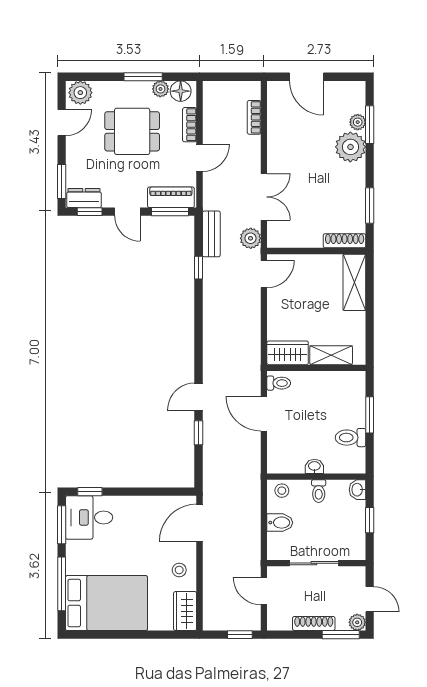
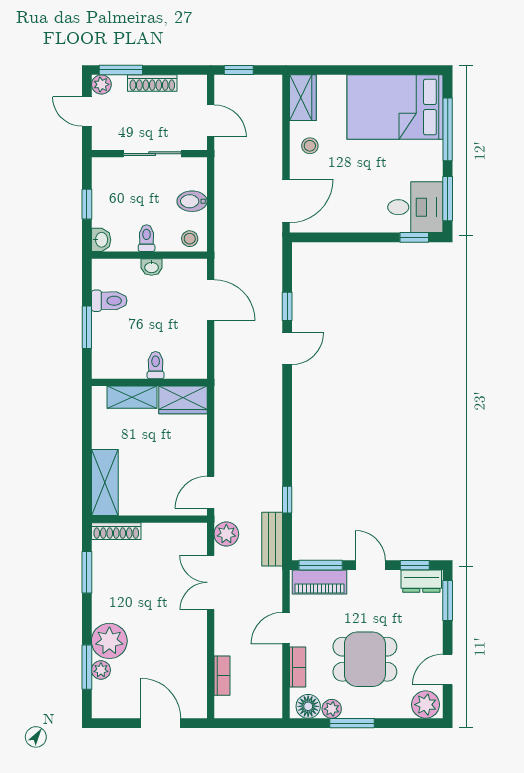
toilet: (279, 383) -> (156, 365), moved, turned 90
door: (264, 414) -> (211, 300), moved

